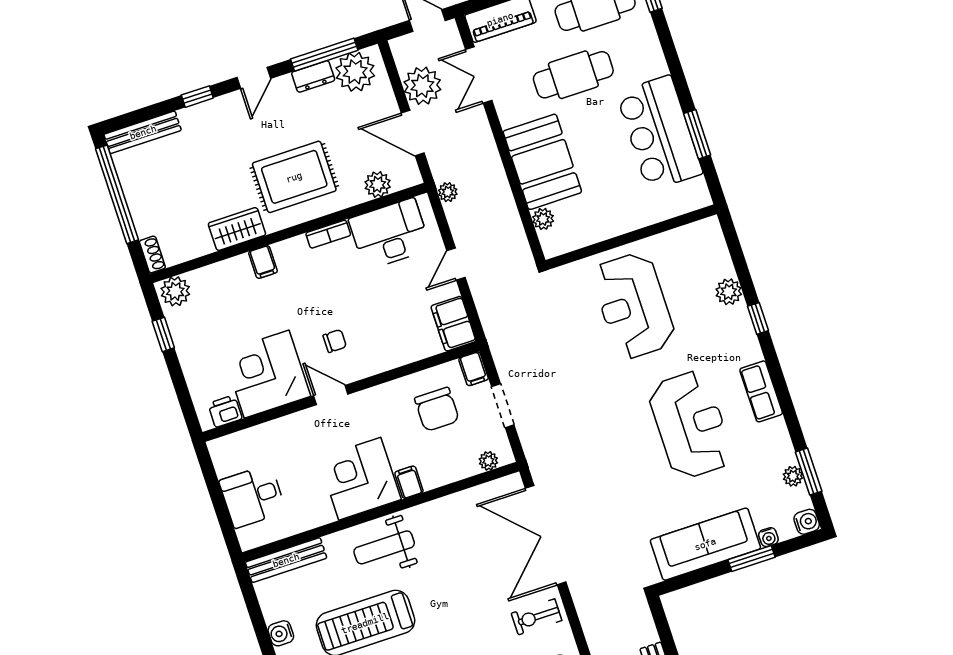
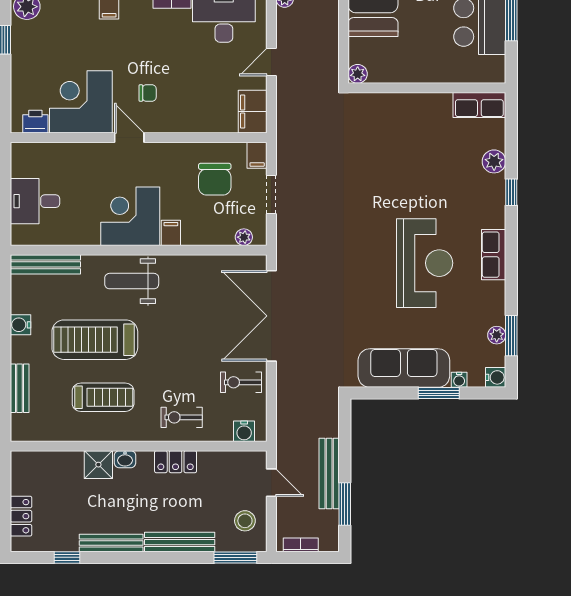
plant: (543, 219) -> (358, 74), moved
row of seats: (693, 237) -> (479, 105), added
reception desk: (633, 306) -> (410, 147), removed

